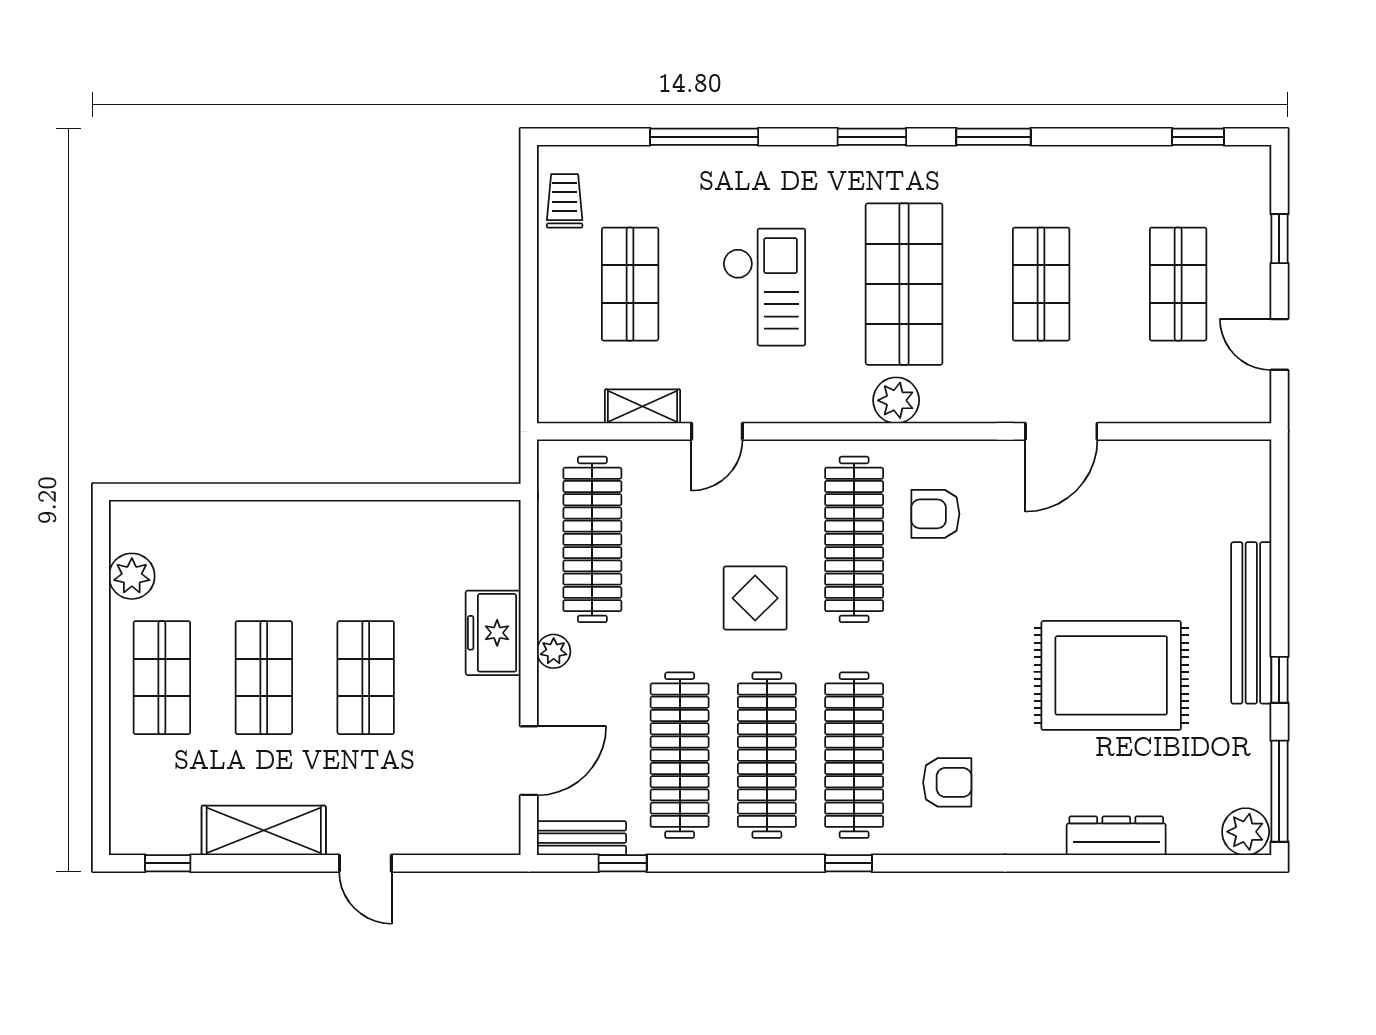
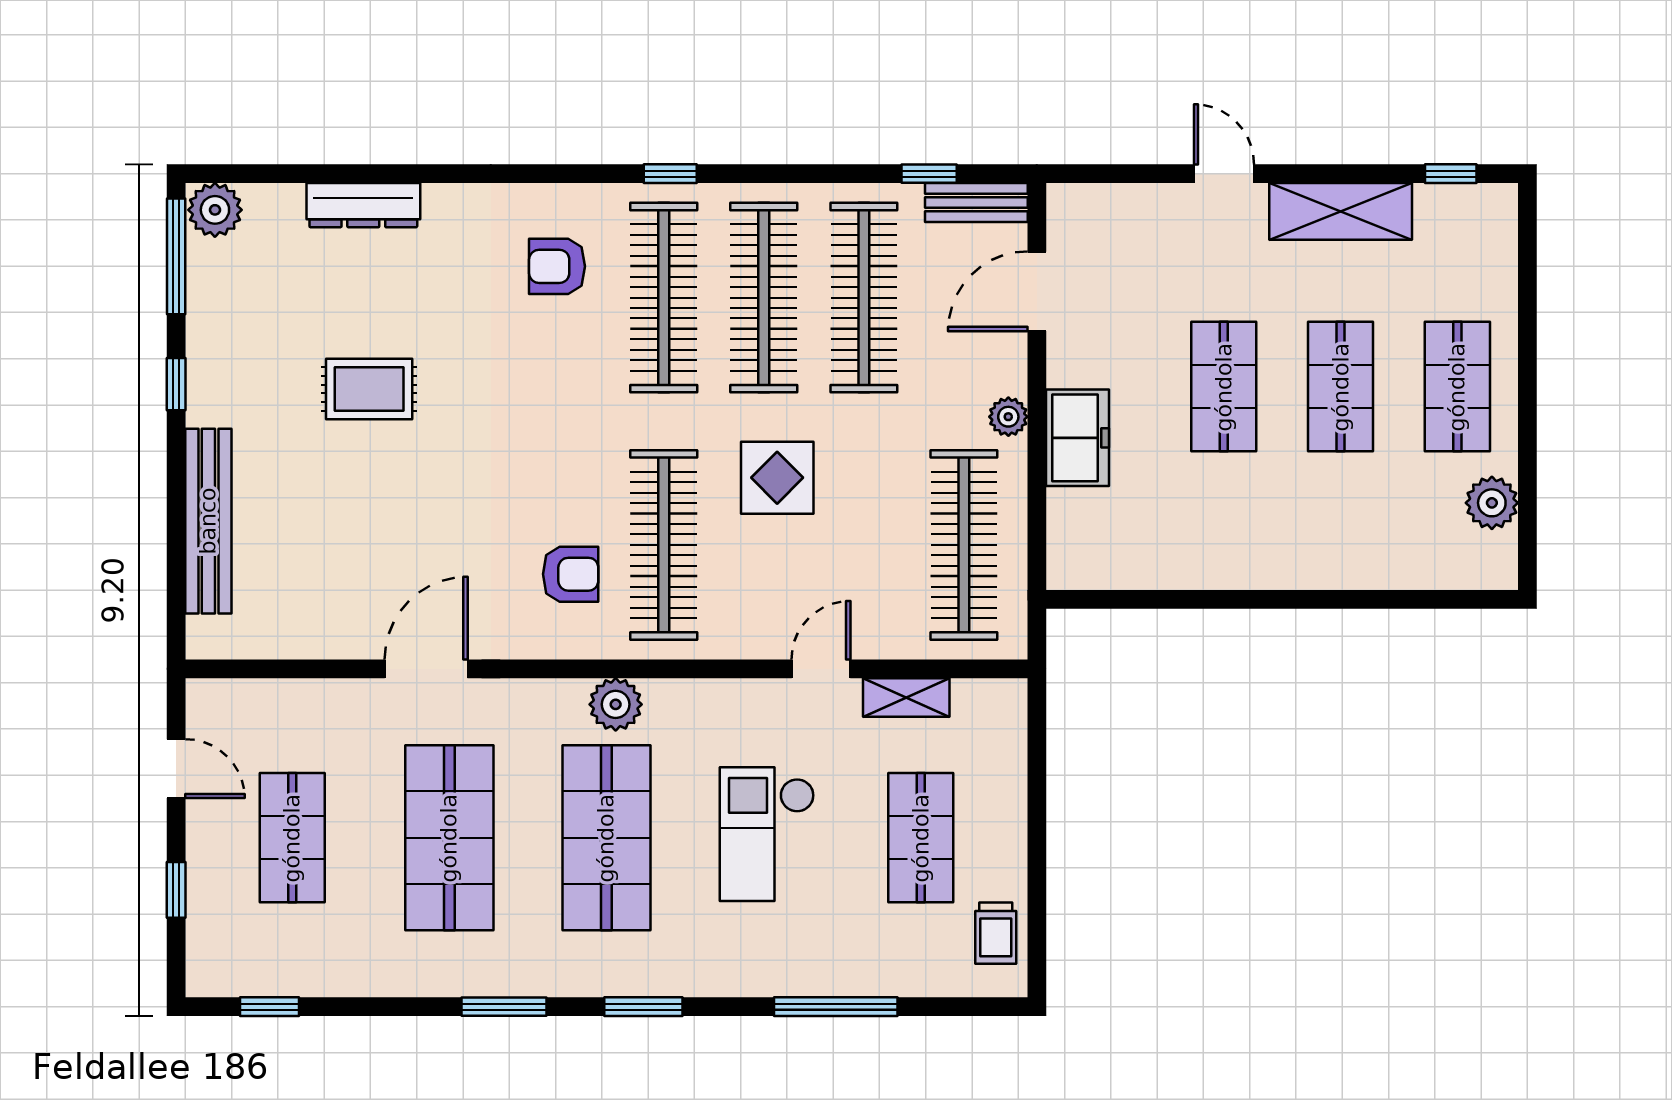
shop shelf: (1041, 284) -> (449, 838), width x1.43, depth x1.36
bench: (1251, 623) -> (208, 521), moved
rug: (1111, 675) -> (369, 389), width x0.54, depth x0.49

